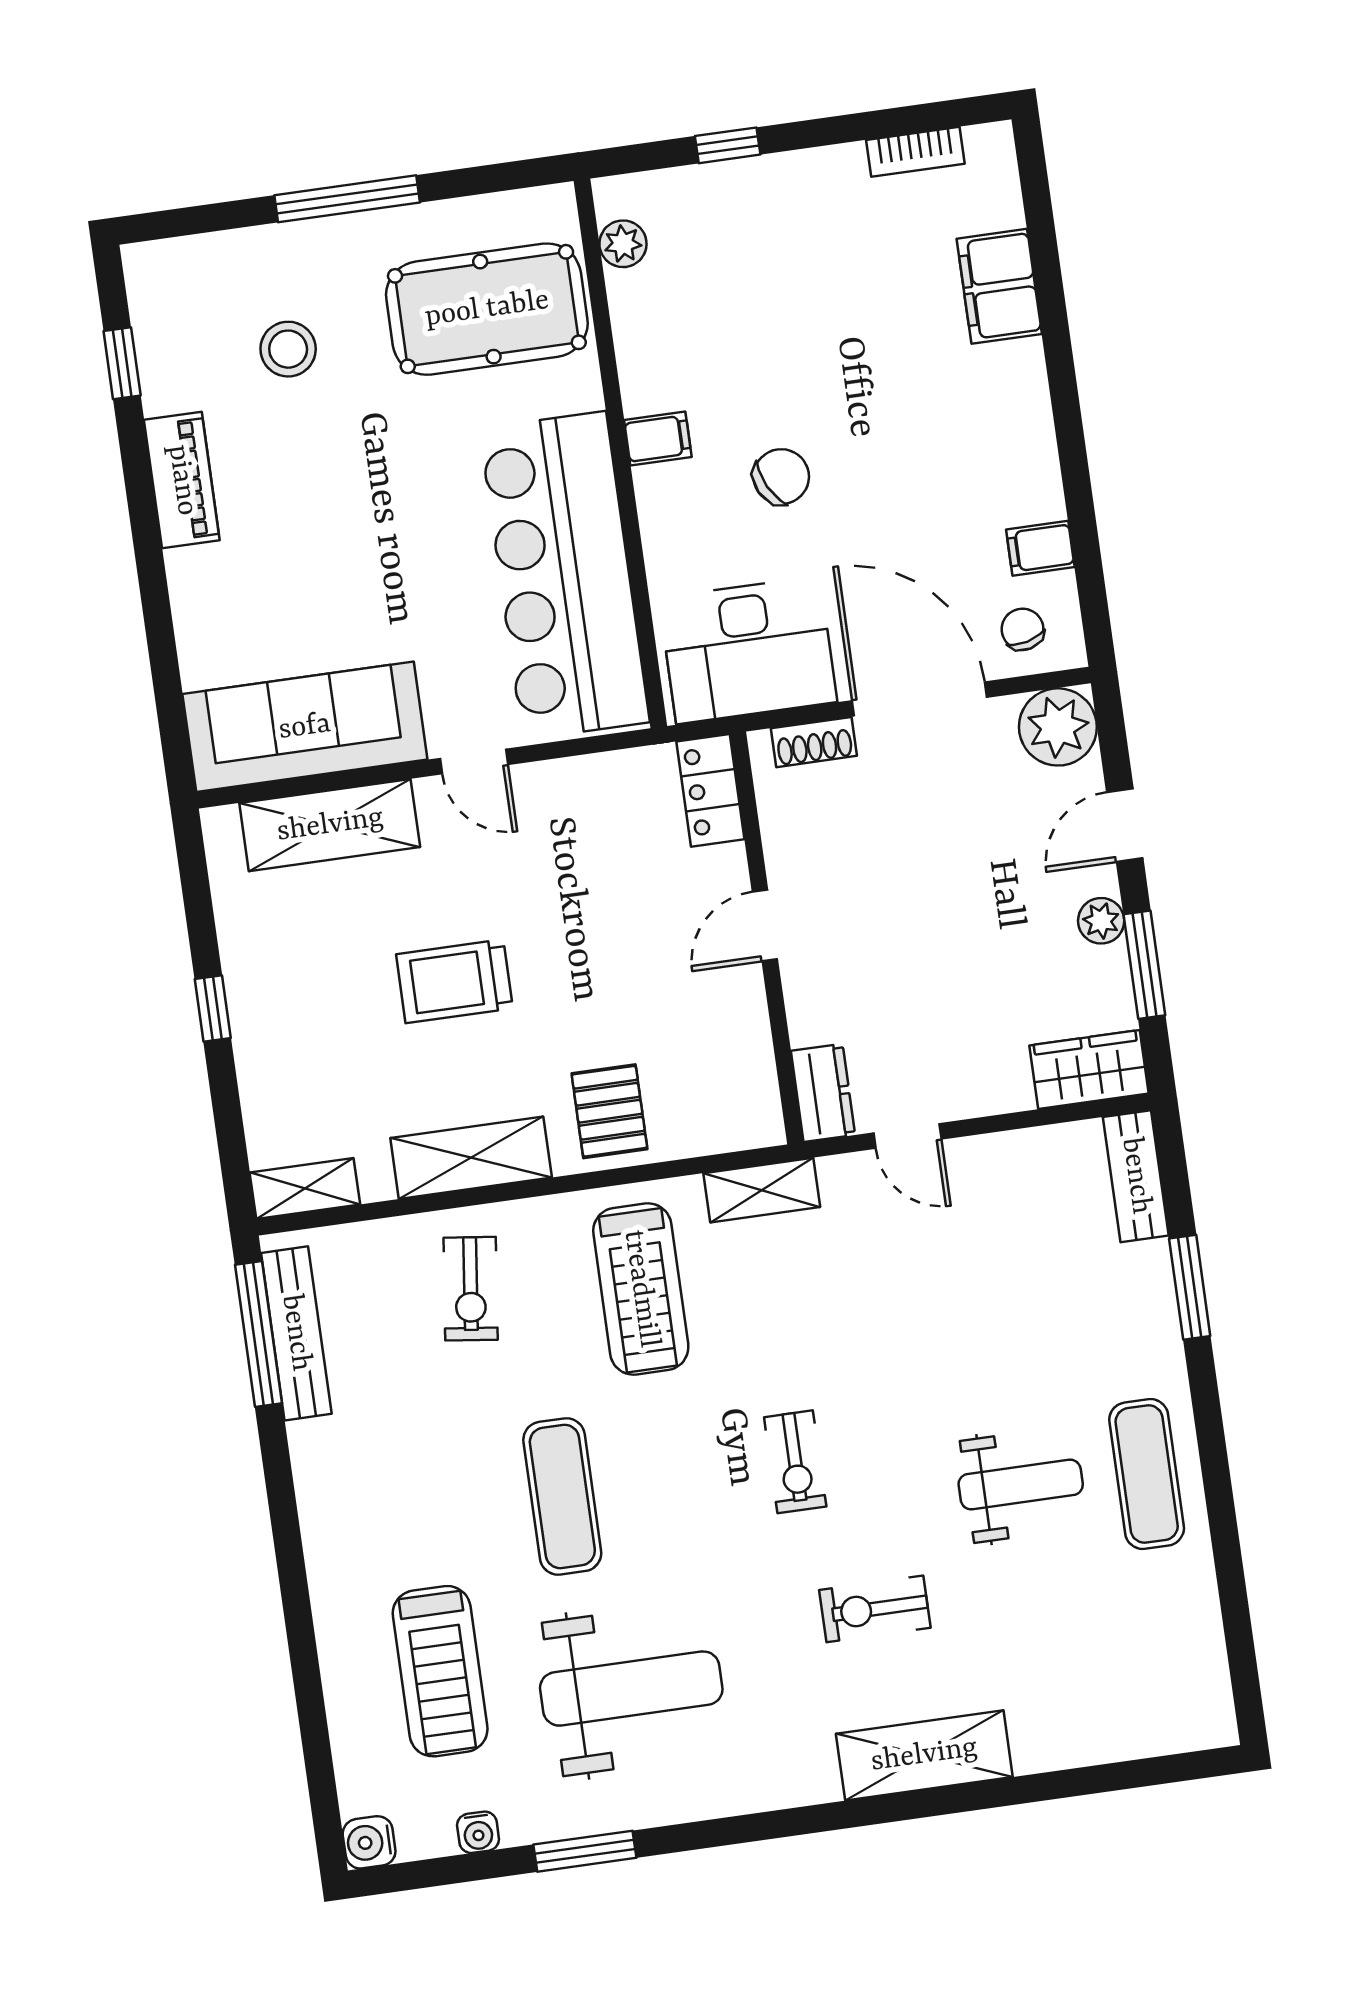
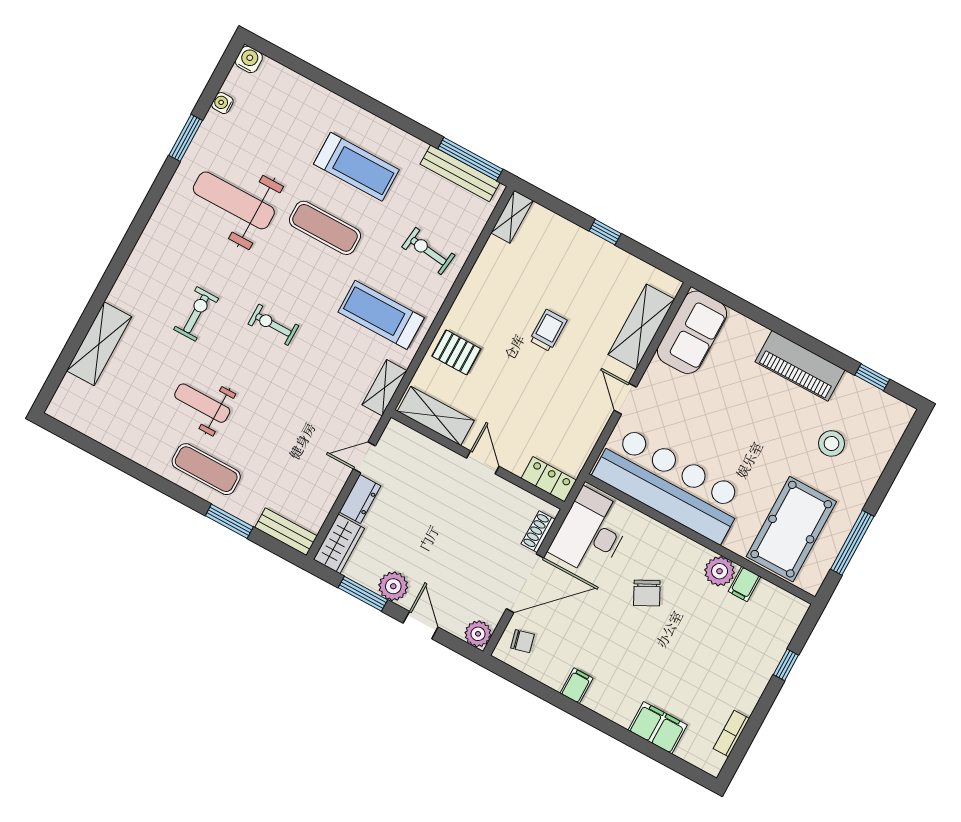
window: (347, 199) -> (852, 543), moved
plant: (623, 244) -> (720, 571), moved, width x1.38, depth x1.38
filing cabinet: (658, 438) -> (744, 584), moved
piano: (182, 480) -> (800, 366), width x1.37, depth x1.33
filing cabinet: (1040, 548) -> (576, 686), moved
sofa: (305, 727) -> (692, 332), width x0.73
plant: (1058, 727) -> (478, 634), width x0.73, depth x0.73
door: (474, 762) -> (625, 399), hinge flipped
plant: (1101, 921) -> (393, 586), width x1.38, depth x1.38
trolley: (454, 981) -> (548, 330), width x0.73, depth x0.72
dresser: (823, 1093) -> (360, 499), moved, turned -90
shelving: (471, 1158) -> (436, 416), moved, turned 90
exercise mat: (1147, 1474) -> (206, 469), moved
weight bench: (1021, 1484) -> (202, 403), turned 90
treadmill: (440, 1671) -> (356, 167), moved, turned 180
weight bench: (631, 1689) -> (234, 200), turned 90
shelving: (924, 1755) -> (99, 344), moved

